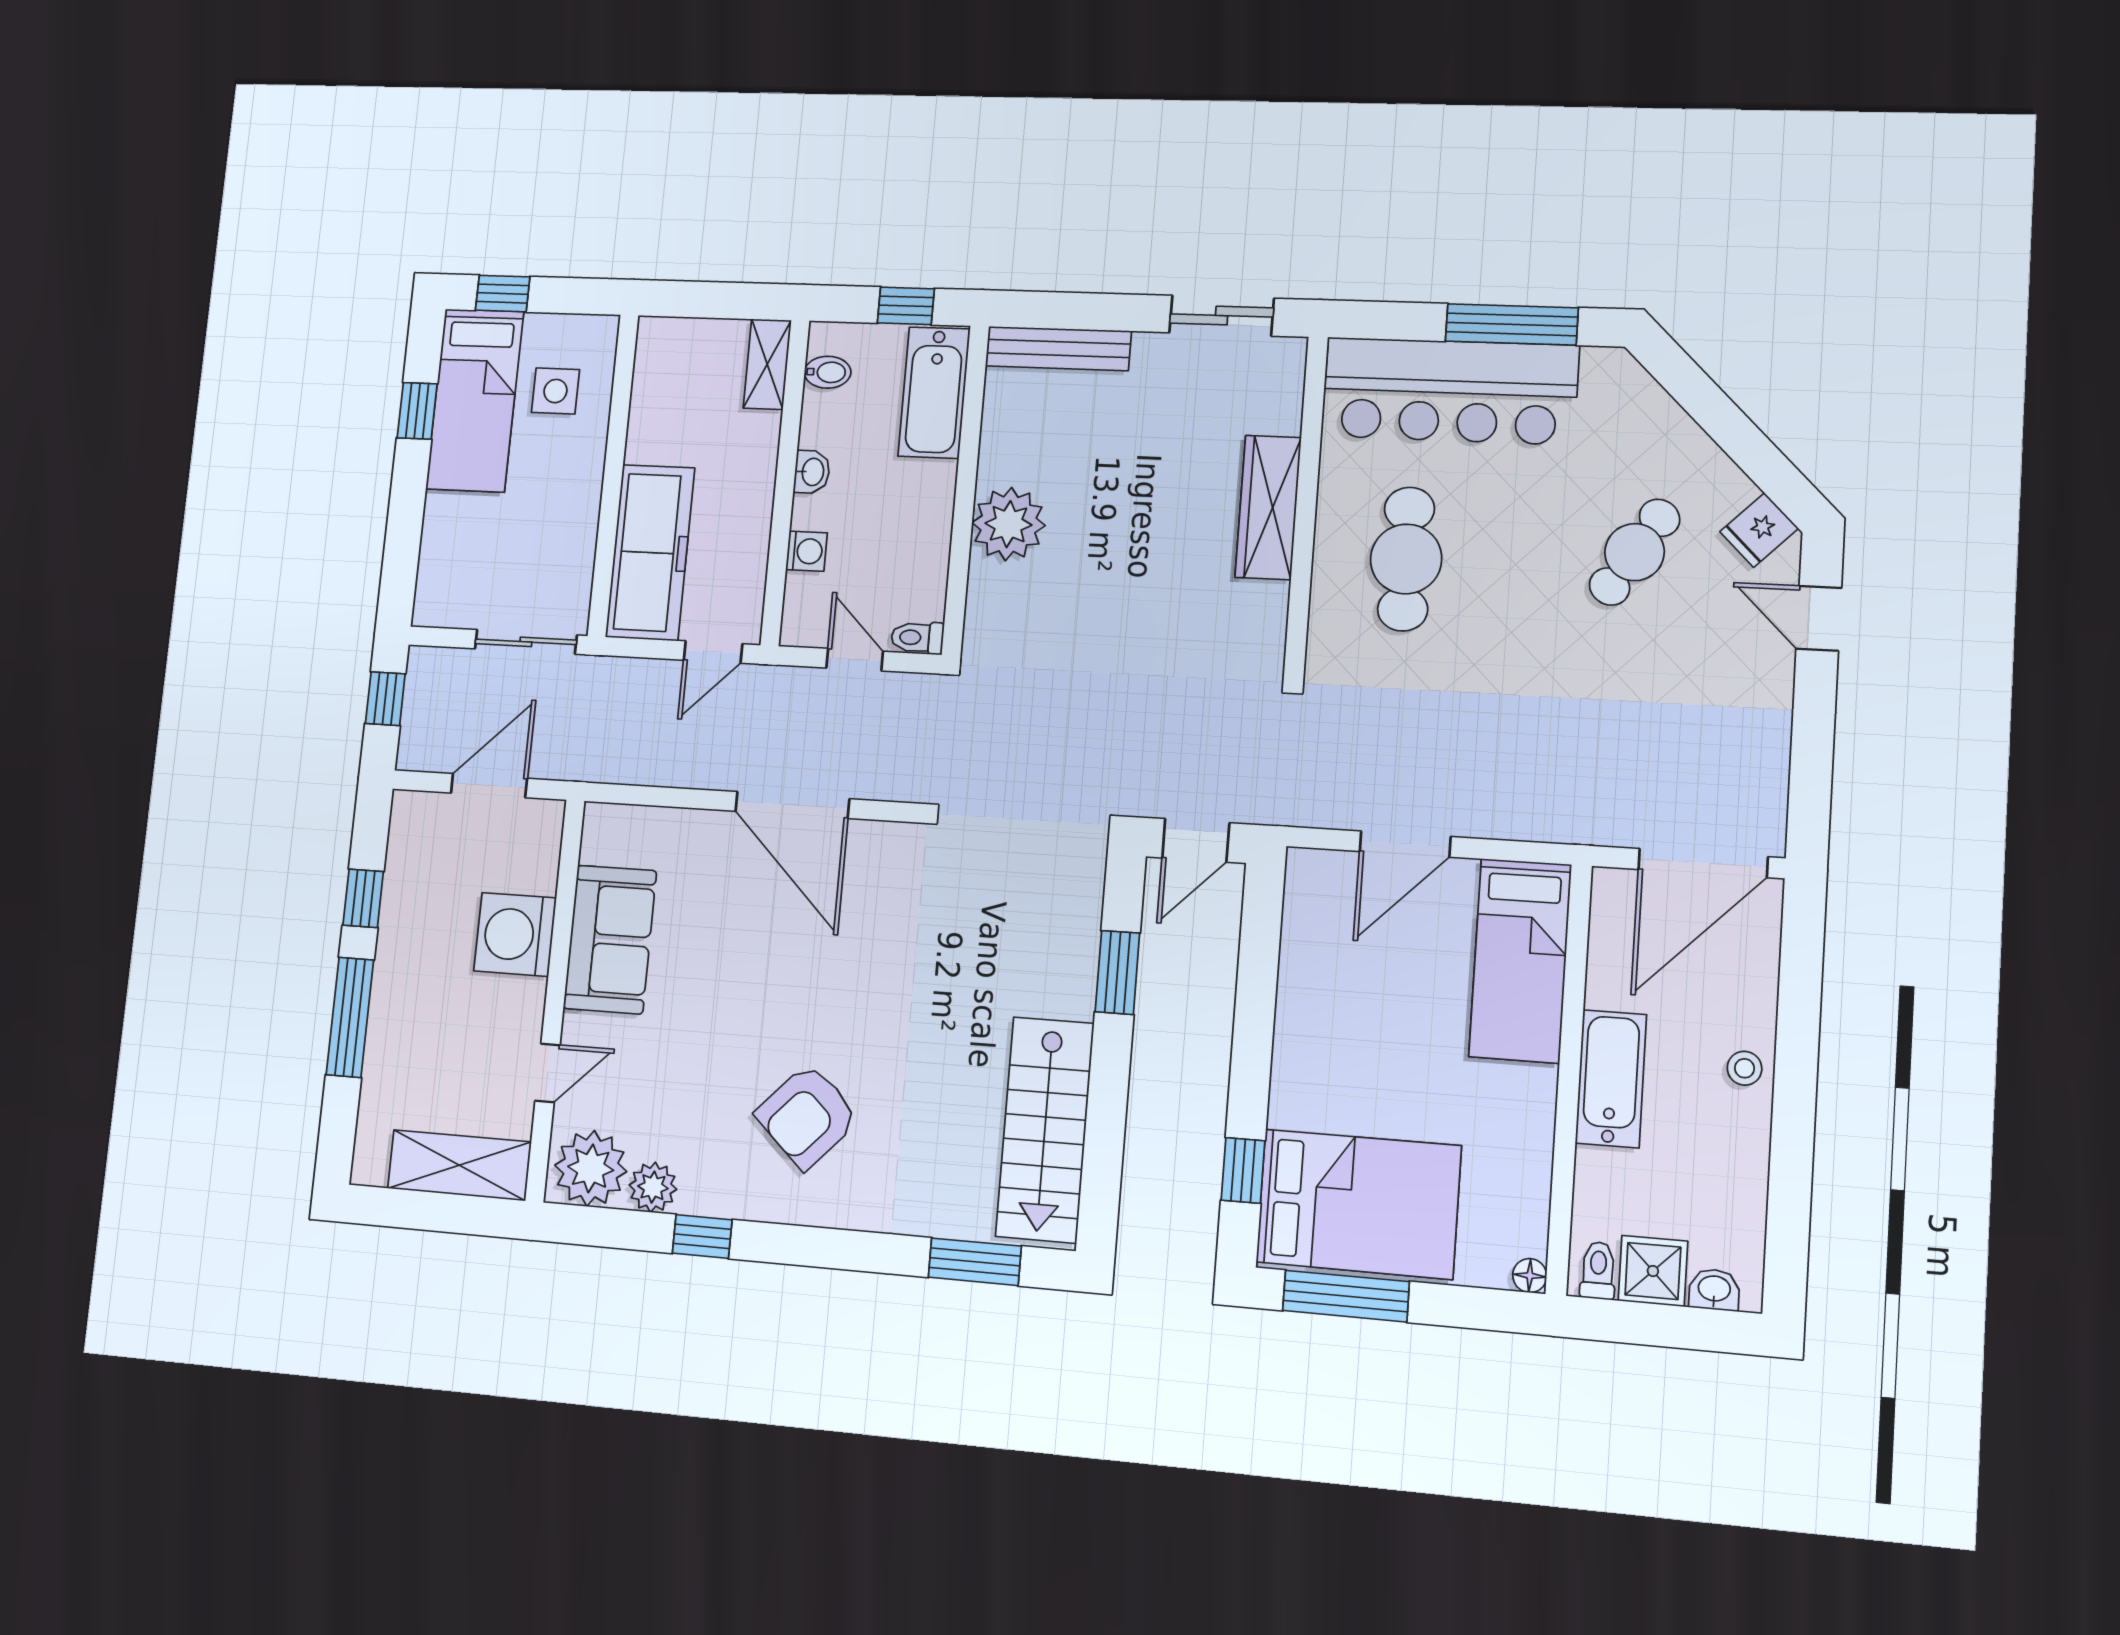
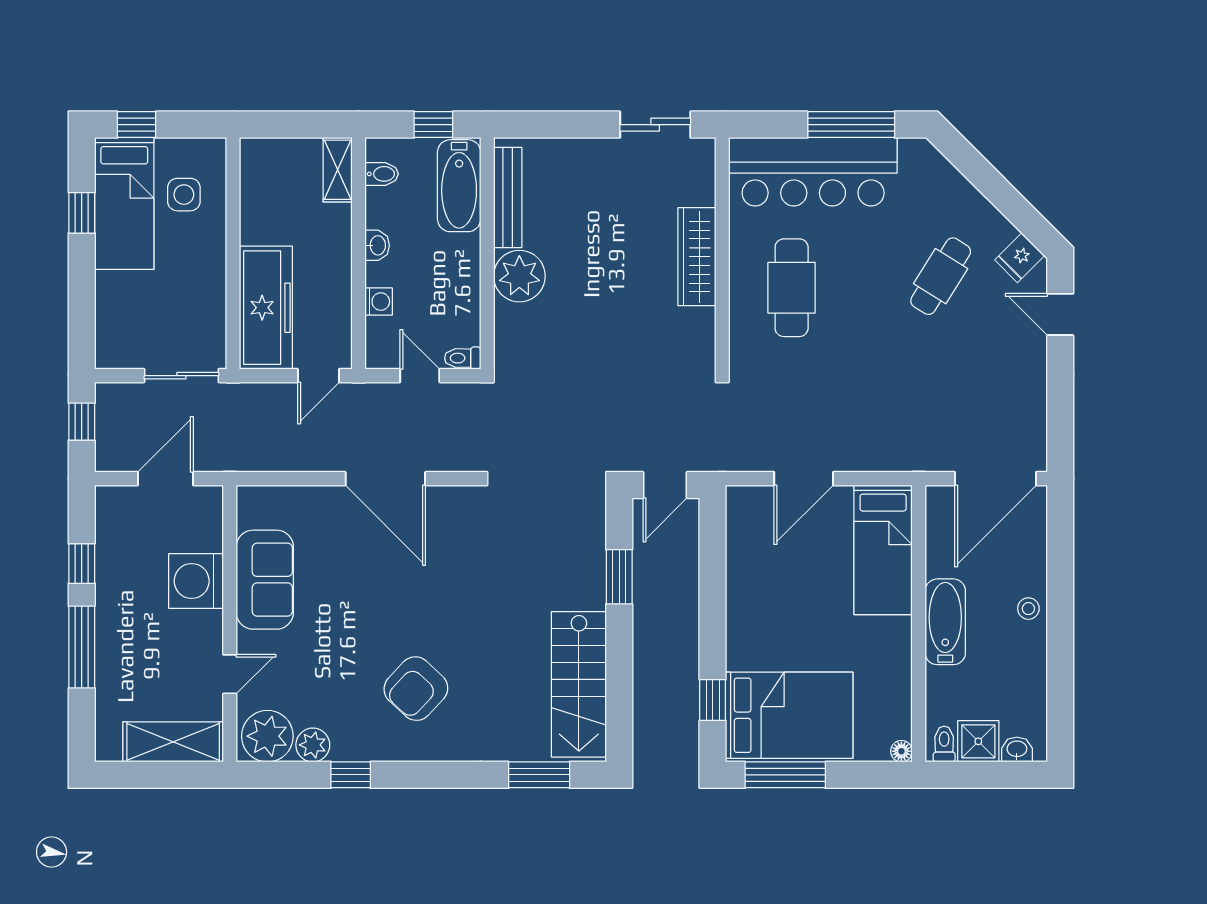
bench: (1058, 349) -> (508, 198), moved, turned 90

